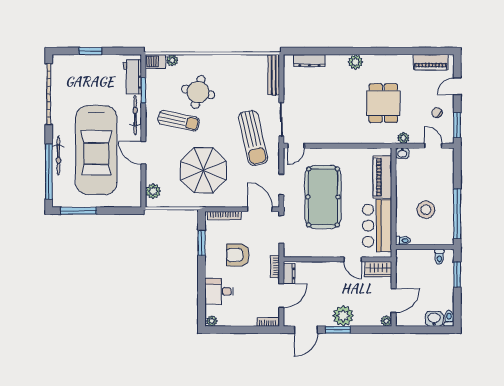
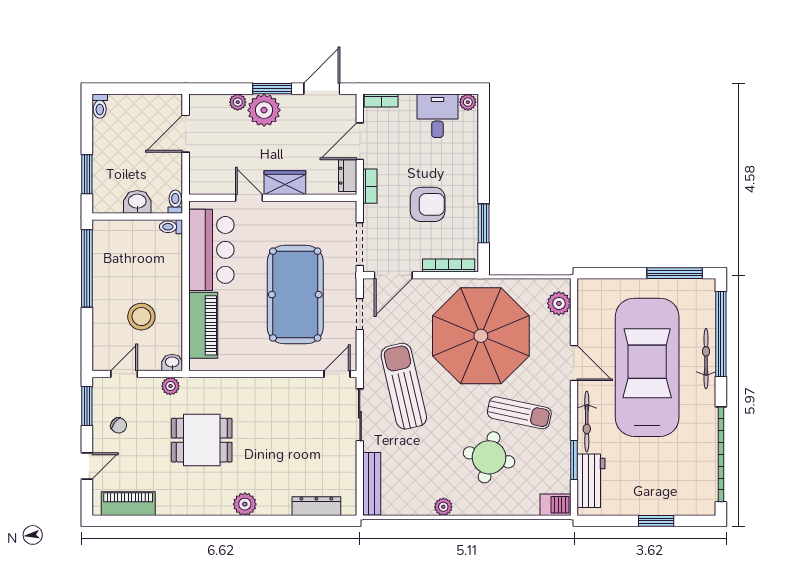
plant: (172, 60) -> (443, 507), moved
dining table: (383, 103) -> (202, 440), turned 90
sun lounger: (179, 121) -> (519, 413), turned 180
door: (433, 146) -> (124, 374), swing flipped
parasol: (203, 170) -> (481, 336), width x1.36, depth x1.36
door: (260, 209) -> (393, 275), hinge flipped
stool: (426, 210) -> (141, 317), moved
toilet: (439, 257) -> (175, 202), moved
wardrobe: (378, 269) -> (285, 183), moved
desk: (219, 291) -> (437, 116), moved, turned -90
washbasin: (434, 319) -> (137, 202), moved, turned 180
plant: (386, 321) -> (238, 102), moved

